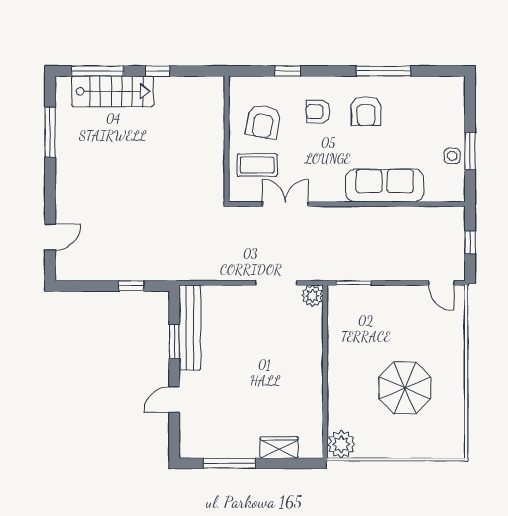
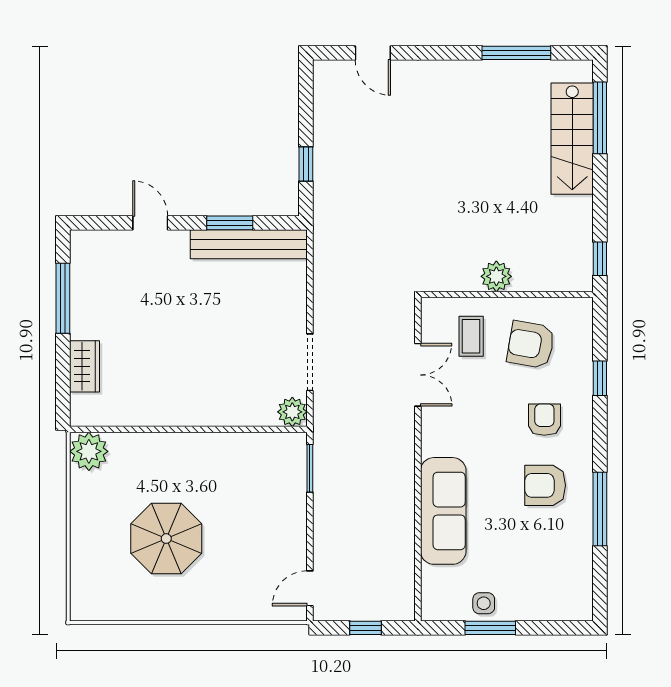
window: (158, 71) -> (600, 259), moved
plant: (213, 147) -> (496, 276), added
coffee table: (257, 165) -> (471, 336), width x0.73, depth x0.77

